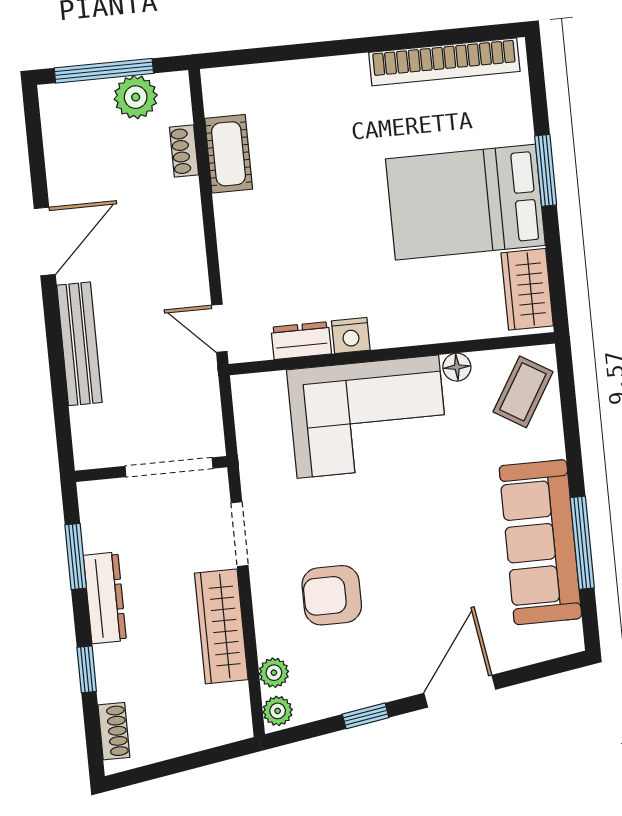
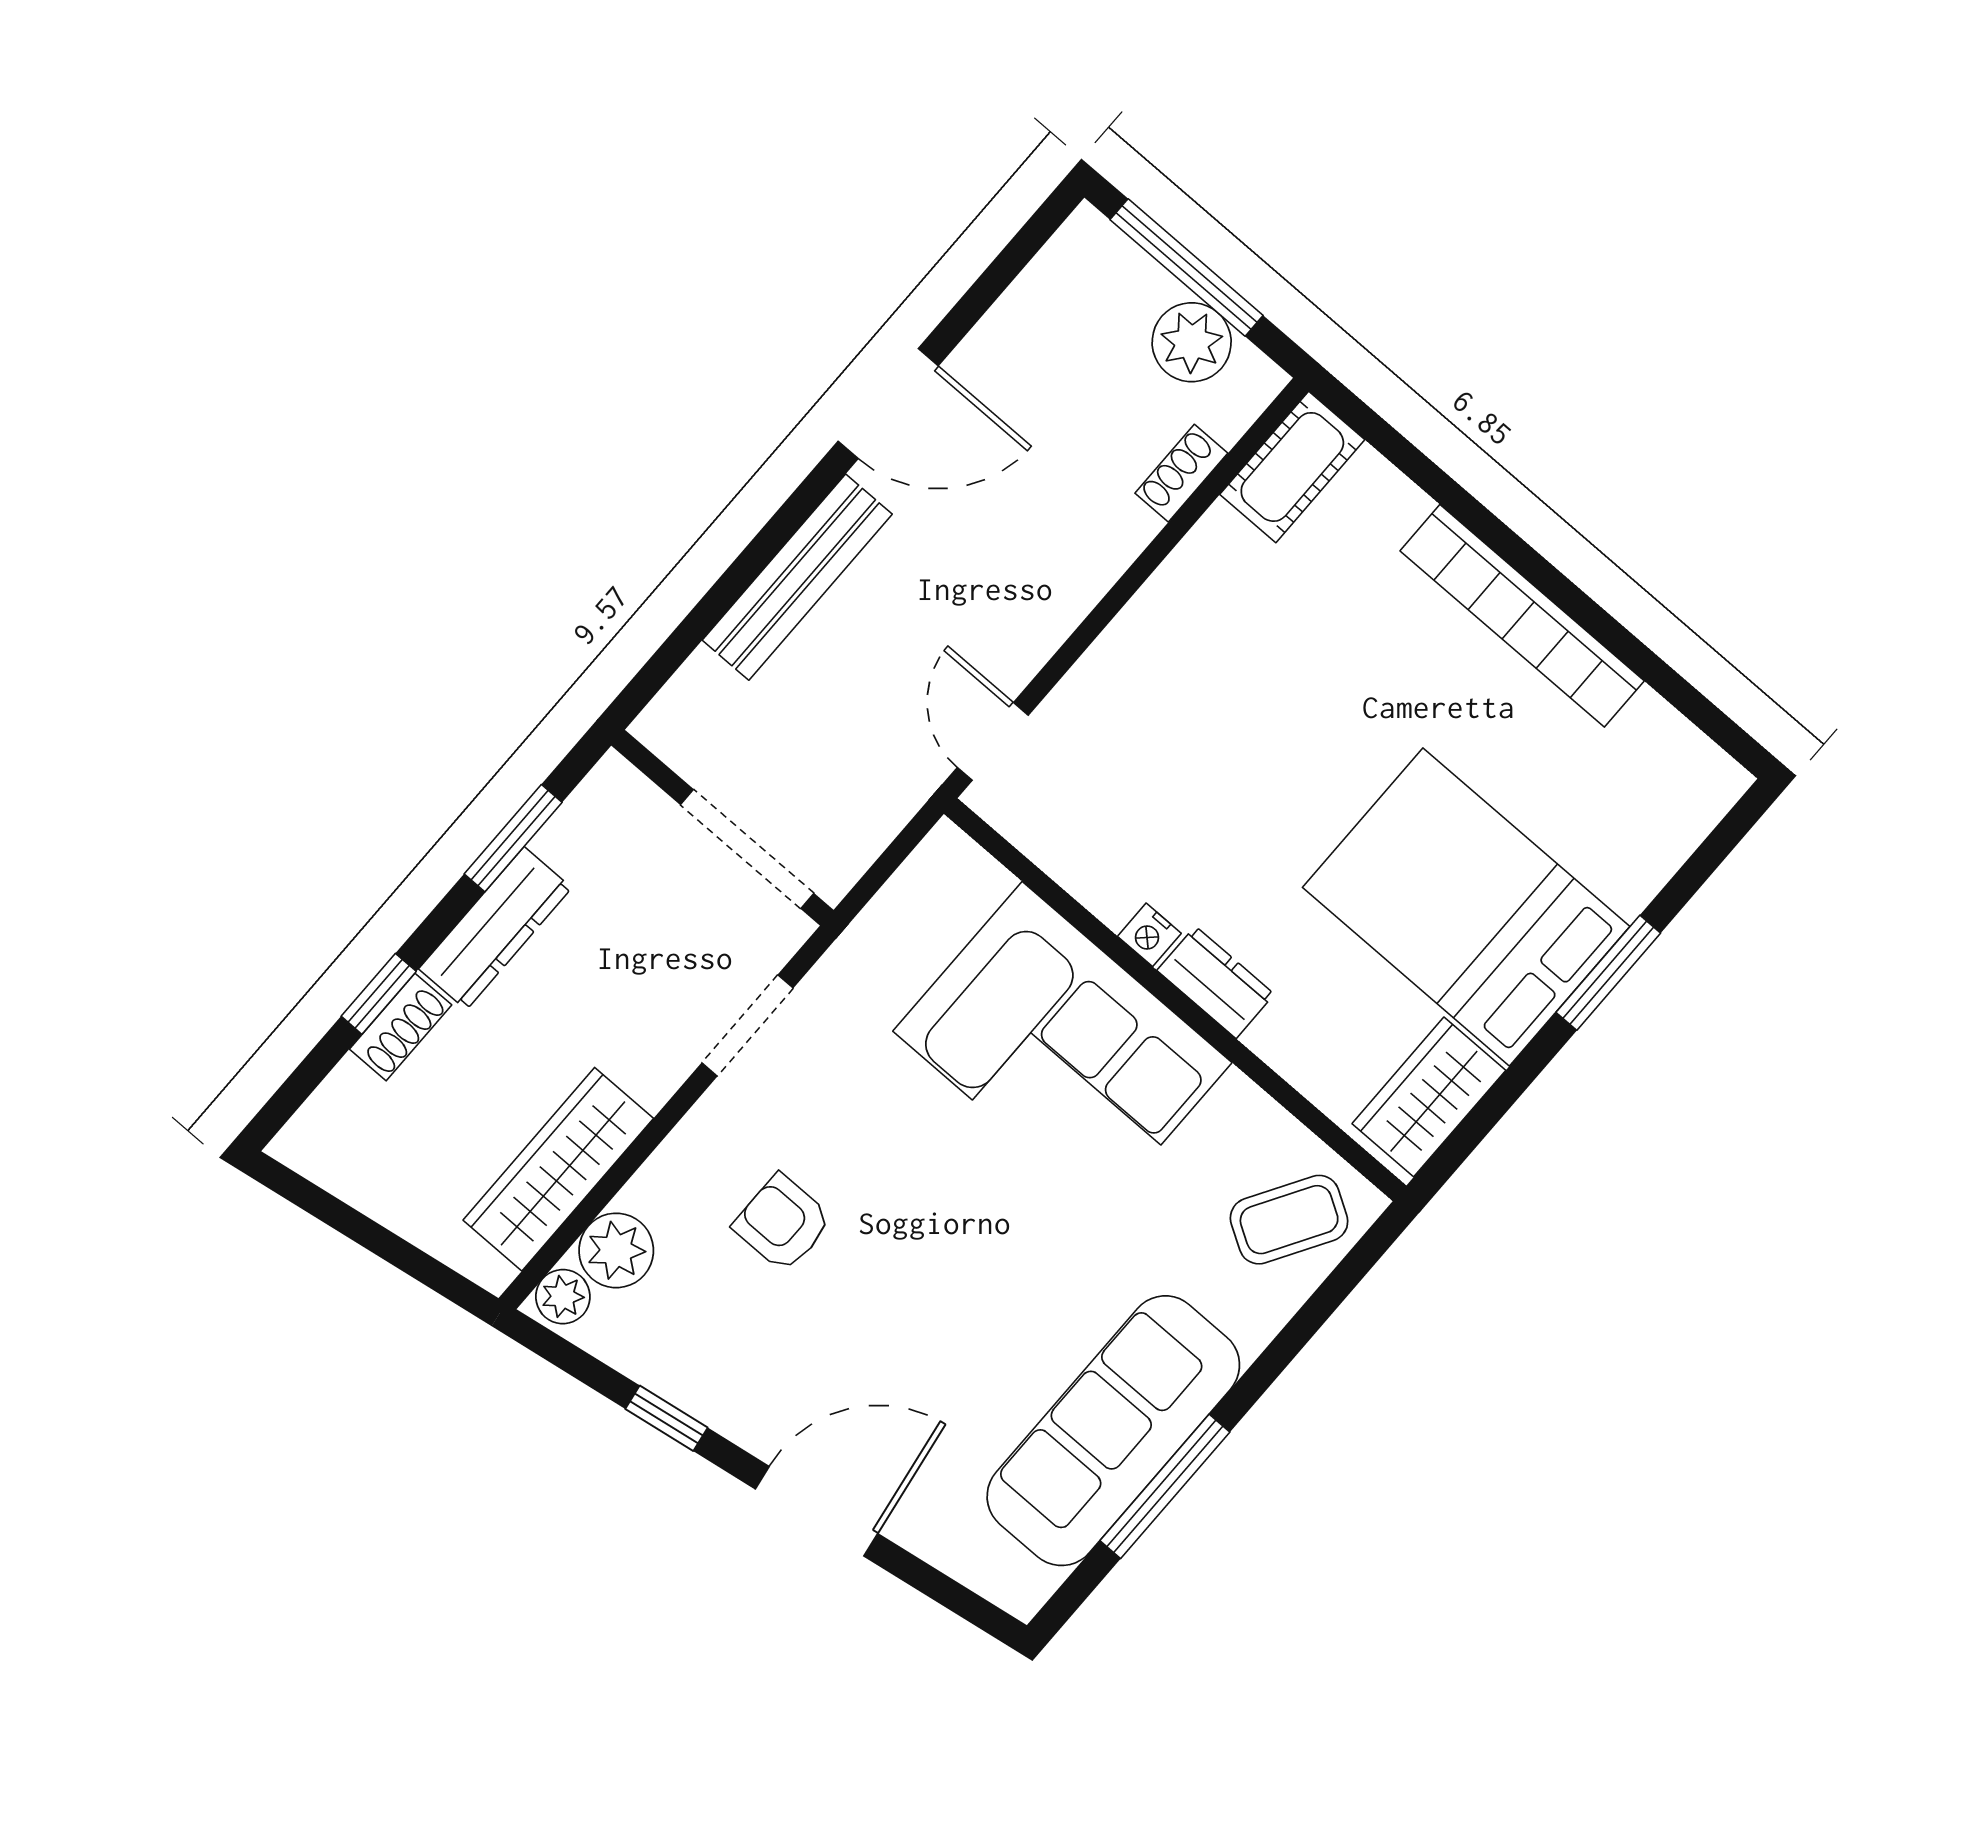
bookcase: (444, 62) -> (1522, 616), moved
cot: (229, 154) -> (1292, 467), moved
nightstand: (351, 336) -> (1149, 935), width x0.72, depth x0.74
dresser: (301, 341) -> (1216, 982), moved
floor lamp: (457, 367) -> (1239, 1102), removed
armchair: (332, 595) -> (783, 1223), width x0.72, depth x0.72
wardrobe: (221, 626) -> (558, 1169), moved
plant: (274, 673) -> (616, 1250), width x1.38, depth x1.38
shoe rack: (114, 731) -> (401, 1027), moved

